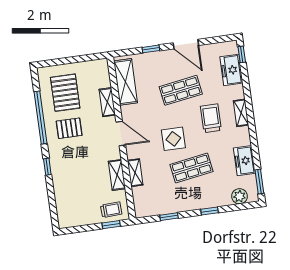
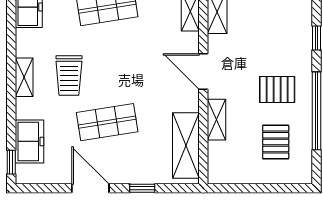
pallet: (65, 93) -> (276, 142), width x0.67, depth x0.71
display table: (173, 139) -> (128, 53), removed

